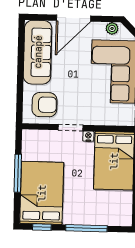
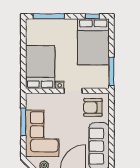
window: (18, 173) -> (111, 71), moved
window: (86, 228) -> (49, 16), moved

